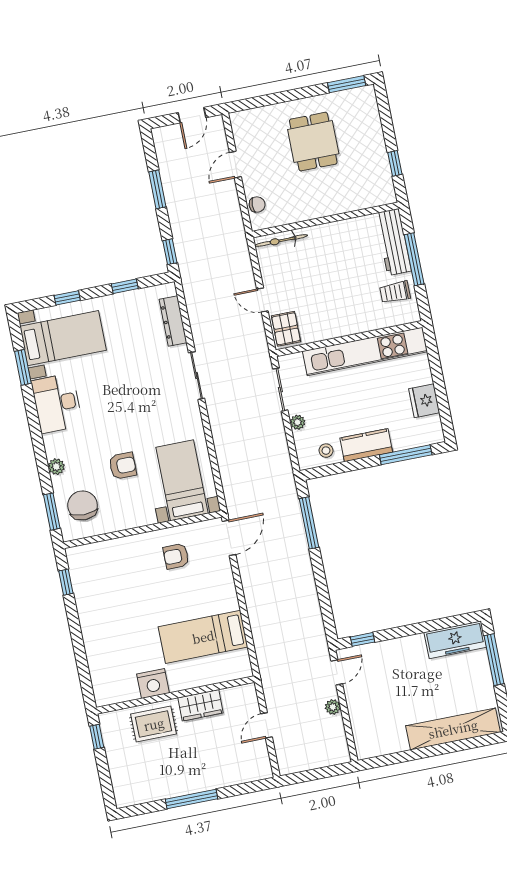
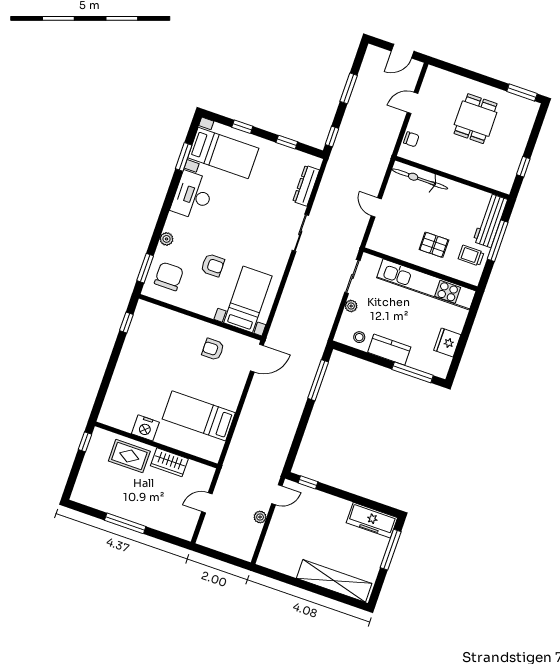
bicycle: (281, 241) -> (420, 179), width x1.37, depth x1.40
pallet: (286, 329) -> (434, 245), moved, turned 90

